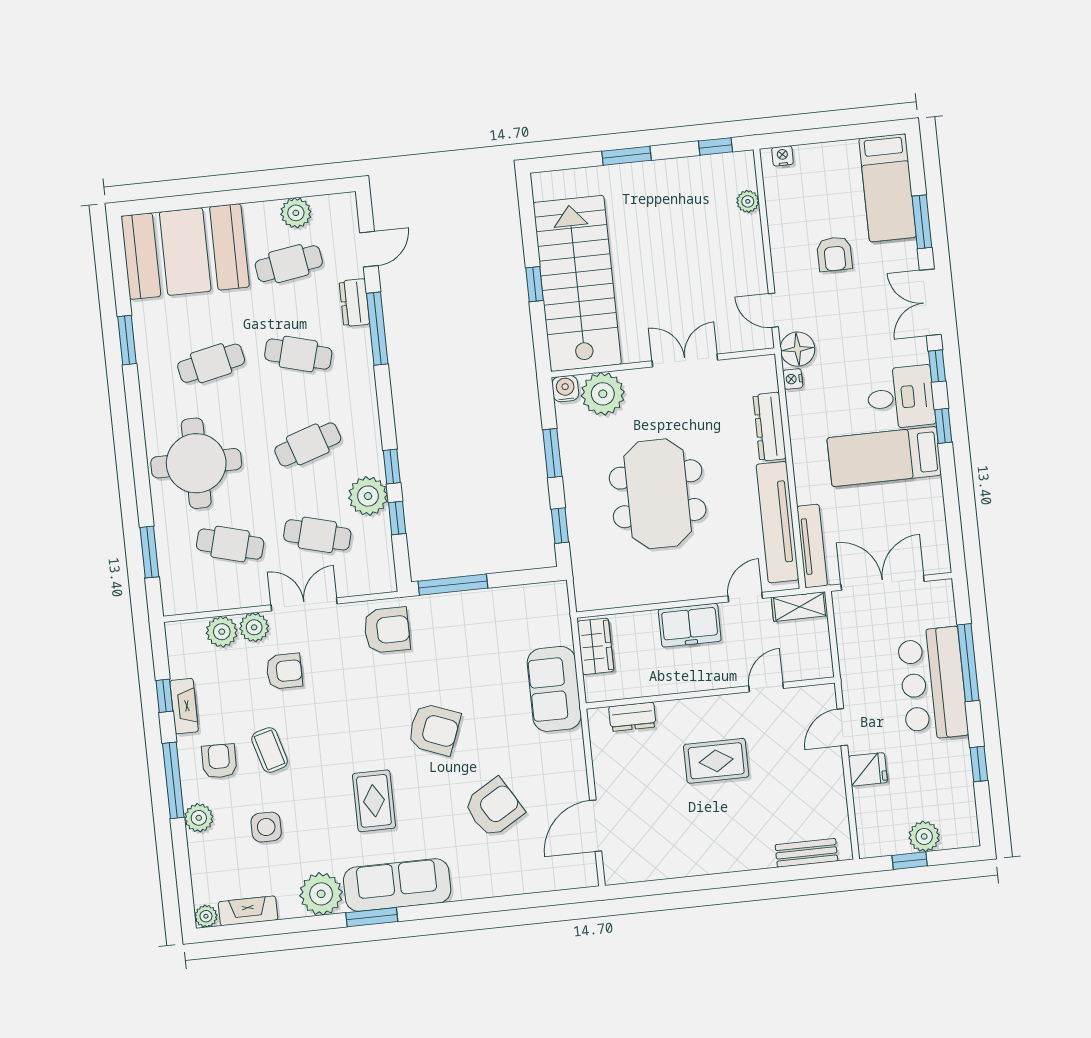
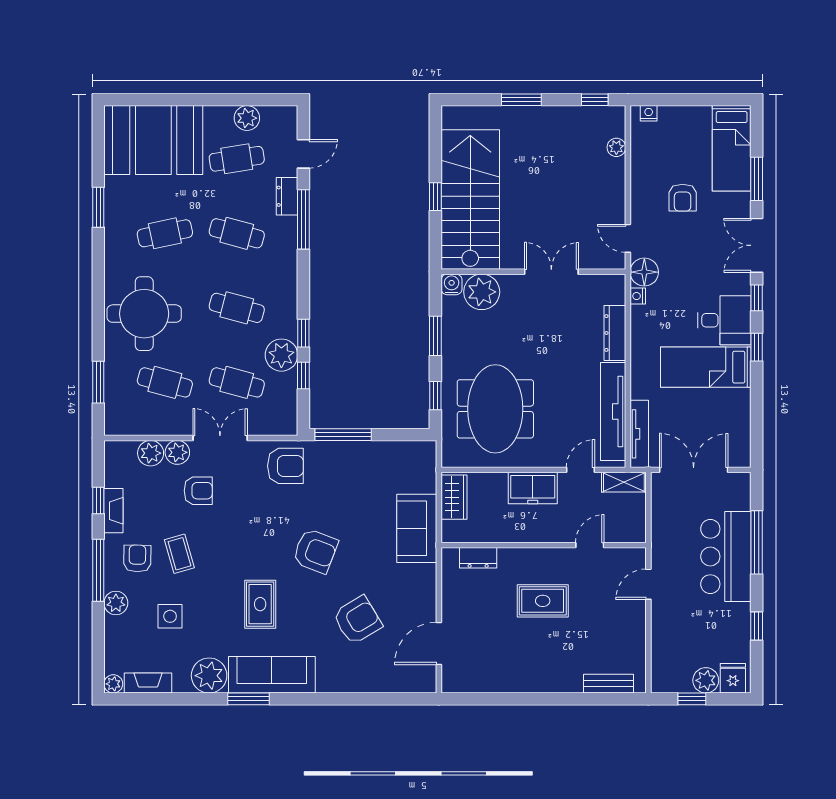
cafe table: (308, 444) -> (237, 308), turned 33
meeting table: (658, 494) -> (495, 409), moved
fridge: (868, 769) -> (733, 678), moved, turned -90

